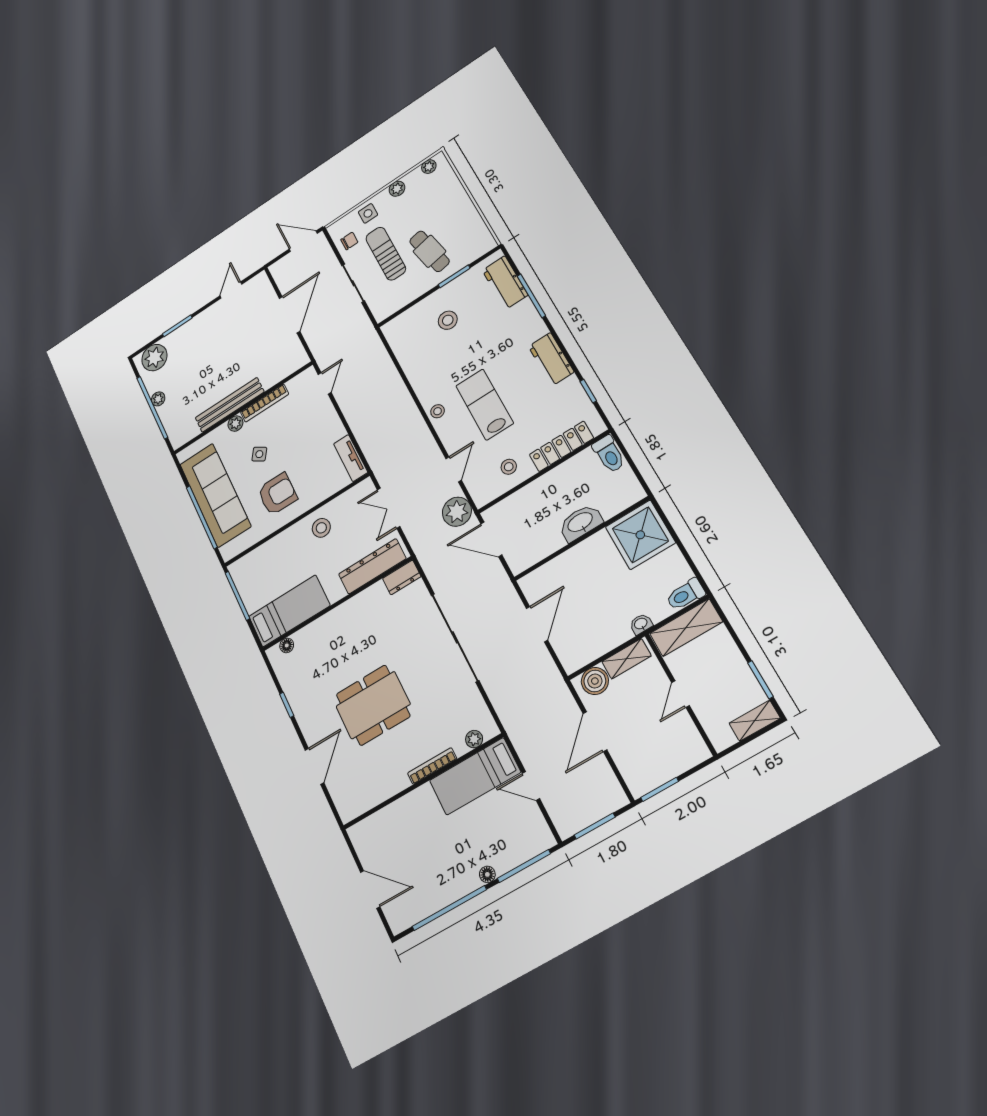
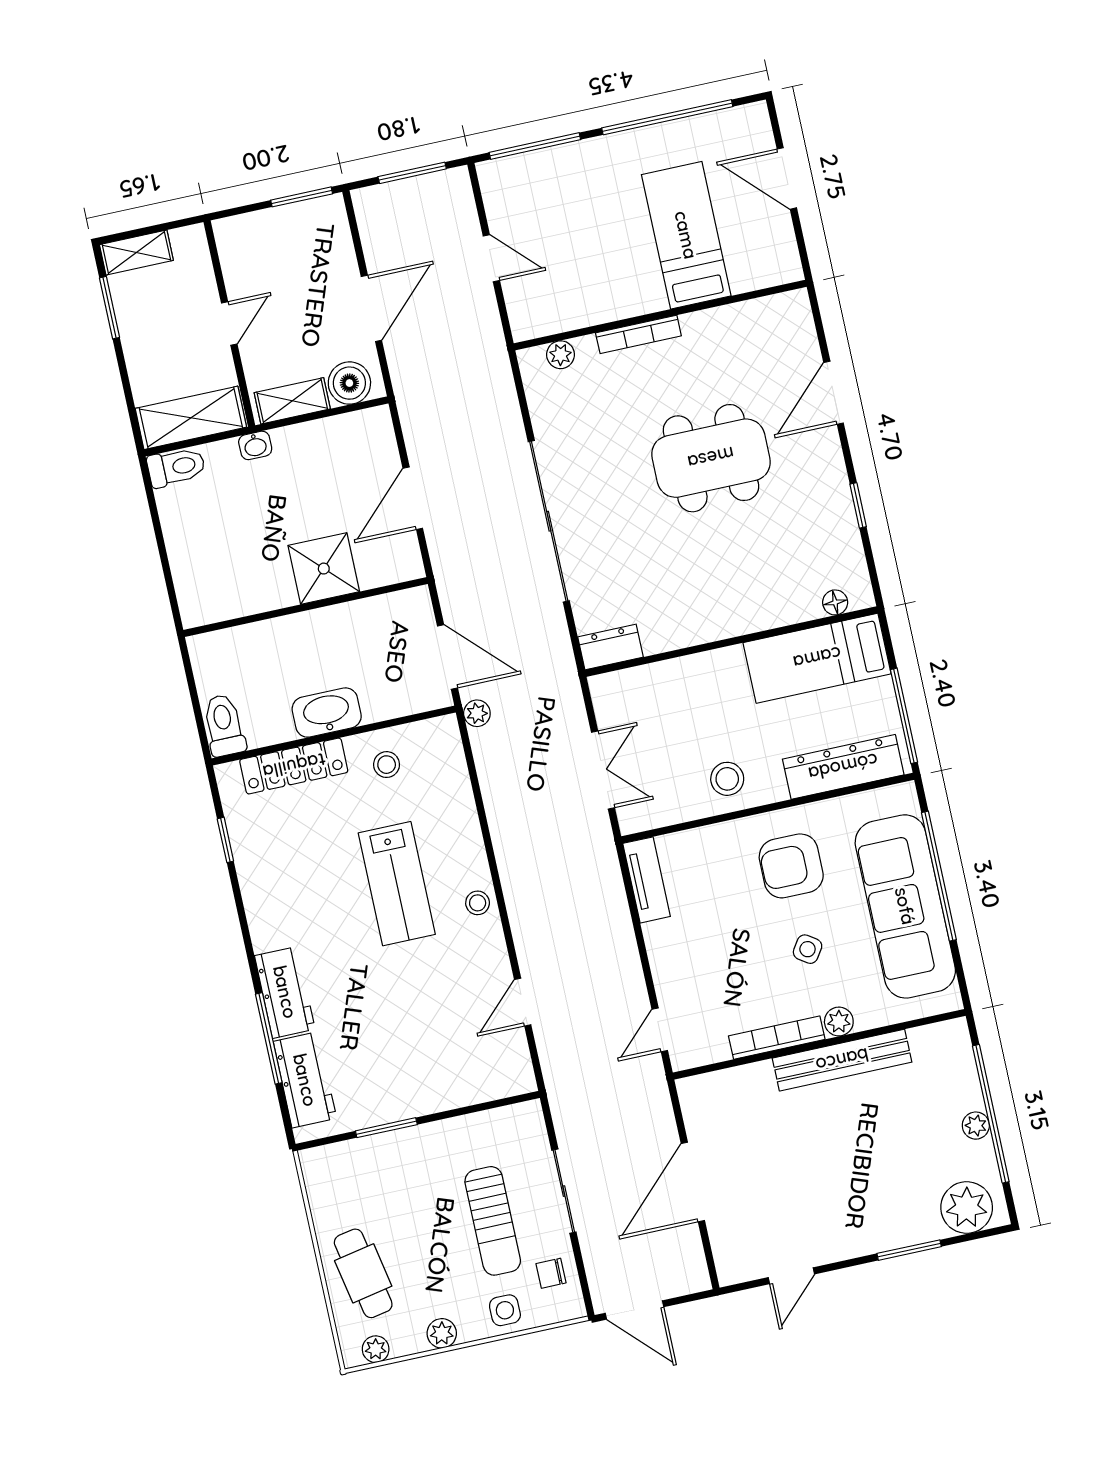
cafe table: (429, 251) -> (363, 1273), moved
stool: (448, 320) -> (418, 1054), removed
workbench: (551, 359) -> (285, 992), moved
door: (454, 469) -> (523, 1002), moved
plant: (457, 512) -> (477, 713), width x0.53, depth x0.53
washbasin: (580, 523) -> (327, 713), moved, turned 180
shower: (640, 535) -> (324, 569), moved, width x0.73, depth x0.73
dresser: (372, 566) -> (843, 767), moved, turned 180
bed: (475, 776) -> (686, 235), moved, turned -90
floor lamp: (487, 874) -> (594, 149), removed

